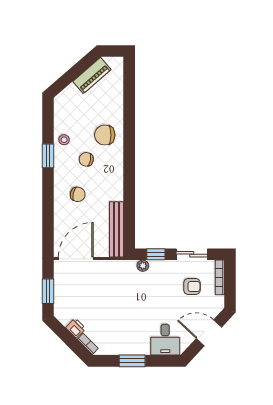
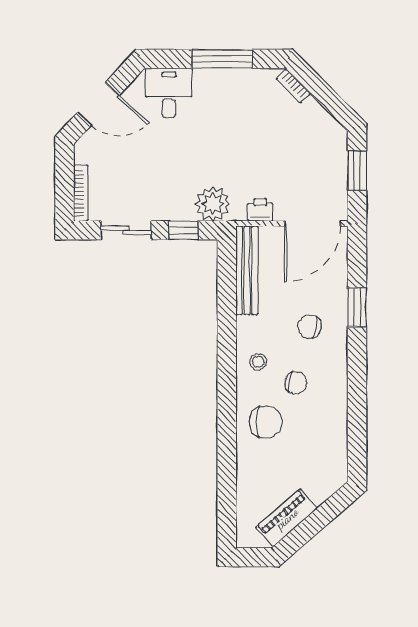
stool: (64, 140) -> (258, 362), moved
window: (48, 156) -> (357, 307), moved
plant: (143, 266) -> (213, 204), width x1.88, depth x1.88
armchair: (192, 287) -> (126, 178), removed
printer: (76, 328) -> (260, 210), moved, turned 135
window: (132, 361) -> (222, 59), width x1.44

